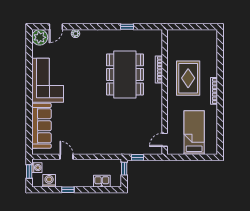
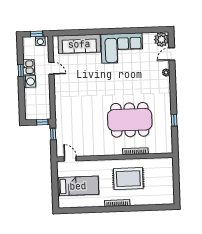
door: (56, 27) -> (172, 54), hinge flipped
door: (67, 157) -> (51, 68), hinge flipped
washing machine: (49, 181) -> (30, 82), moved
kitchen sink: (102, 181) -> (29, 67), moved

